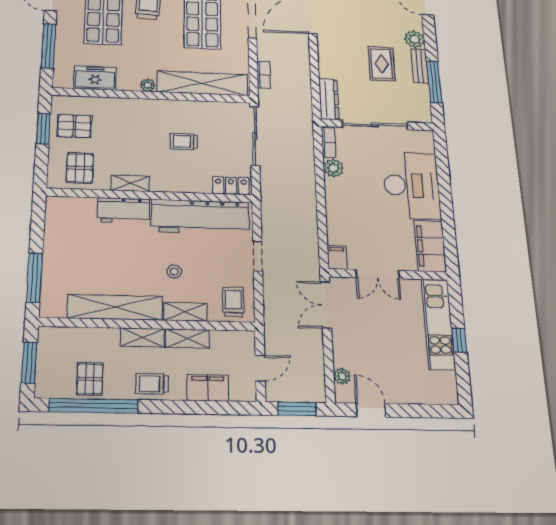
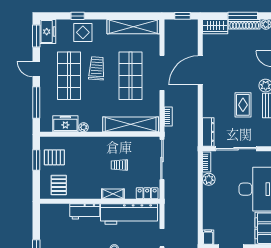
plant: (148, 85) -> (84, 127), moved
shelving: (130, 183) -> (113, 194), moved

